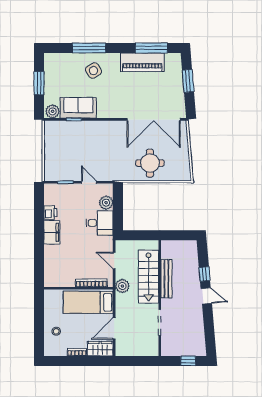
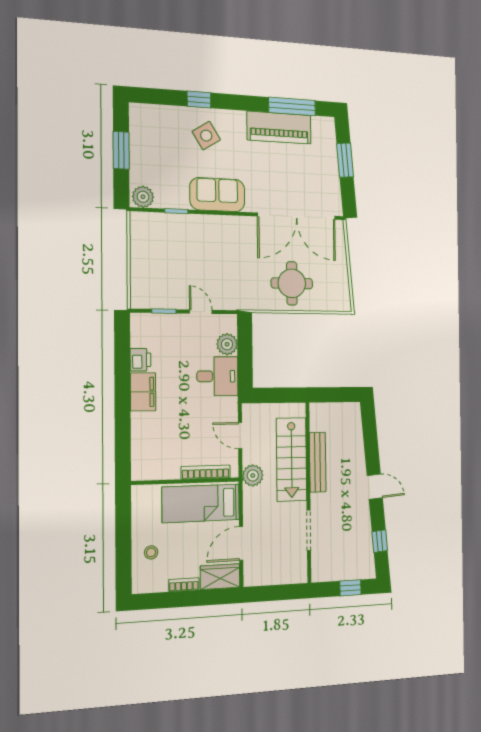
window: (89, 48) -> (199, 100), width x0.46
sofa: (78, 108) -> (217, 195), moved
window: (204, 274) -> (380, 541), moved

